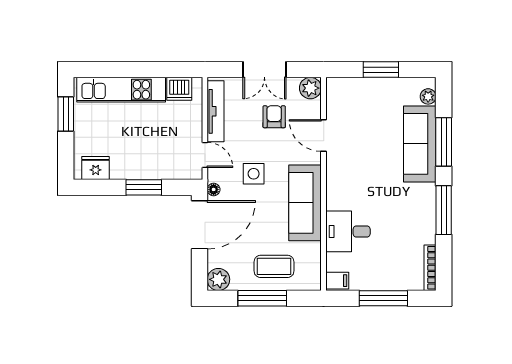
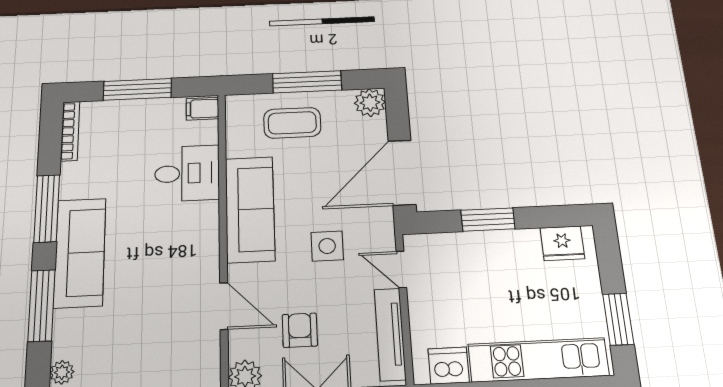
armchair: (274, 117) -> (300, 330), turned 180
sofa: (420, 144) -> (80, 252), moved
floor lamp: (214, 189) -> (385, 221), removed

